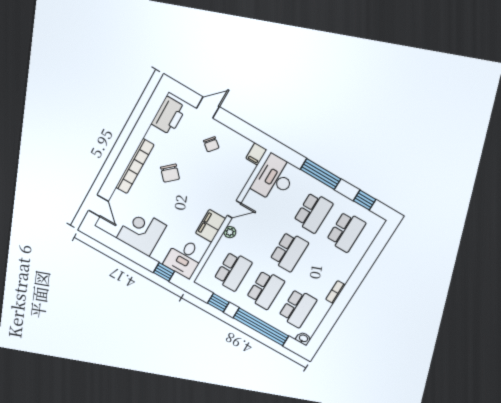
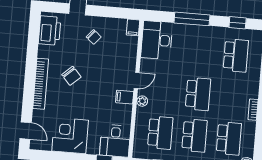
school desk: (313, 213) -> (202, 53), removed
filing cabinet: (211, 226) -> (125, 97), width x0.50

